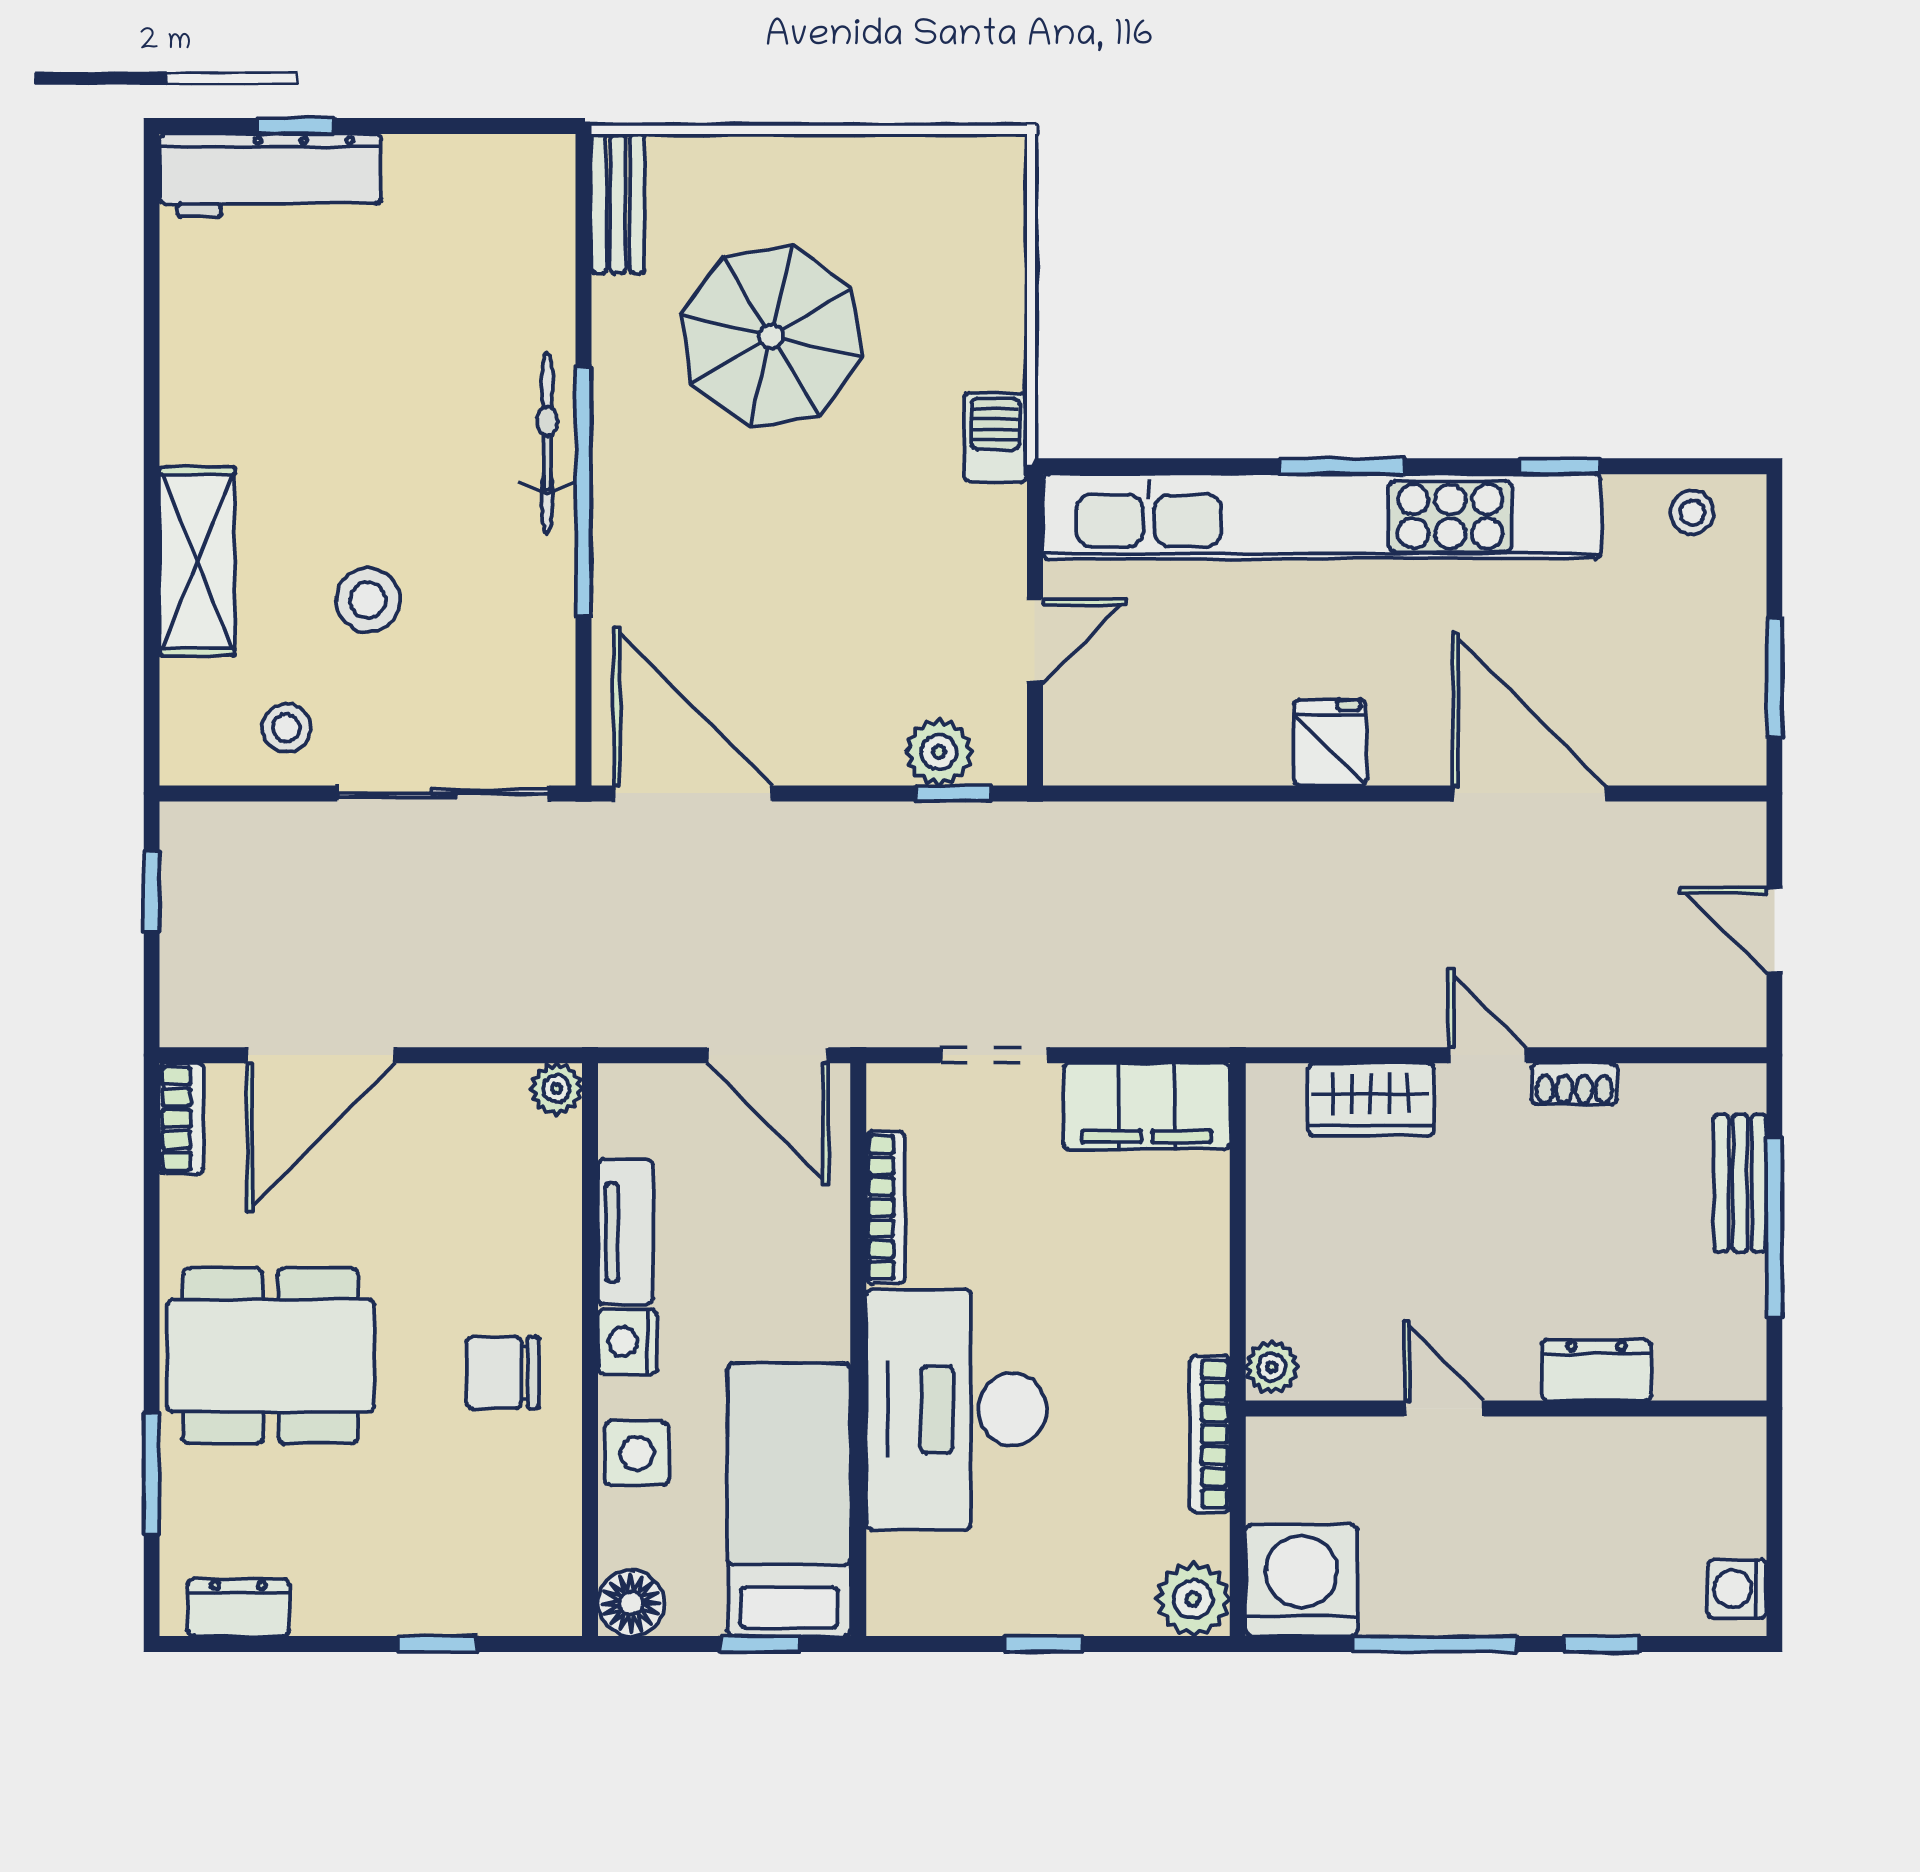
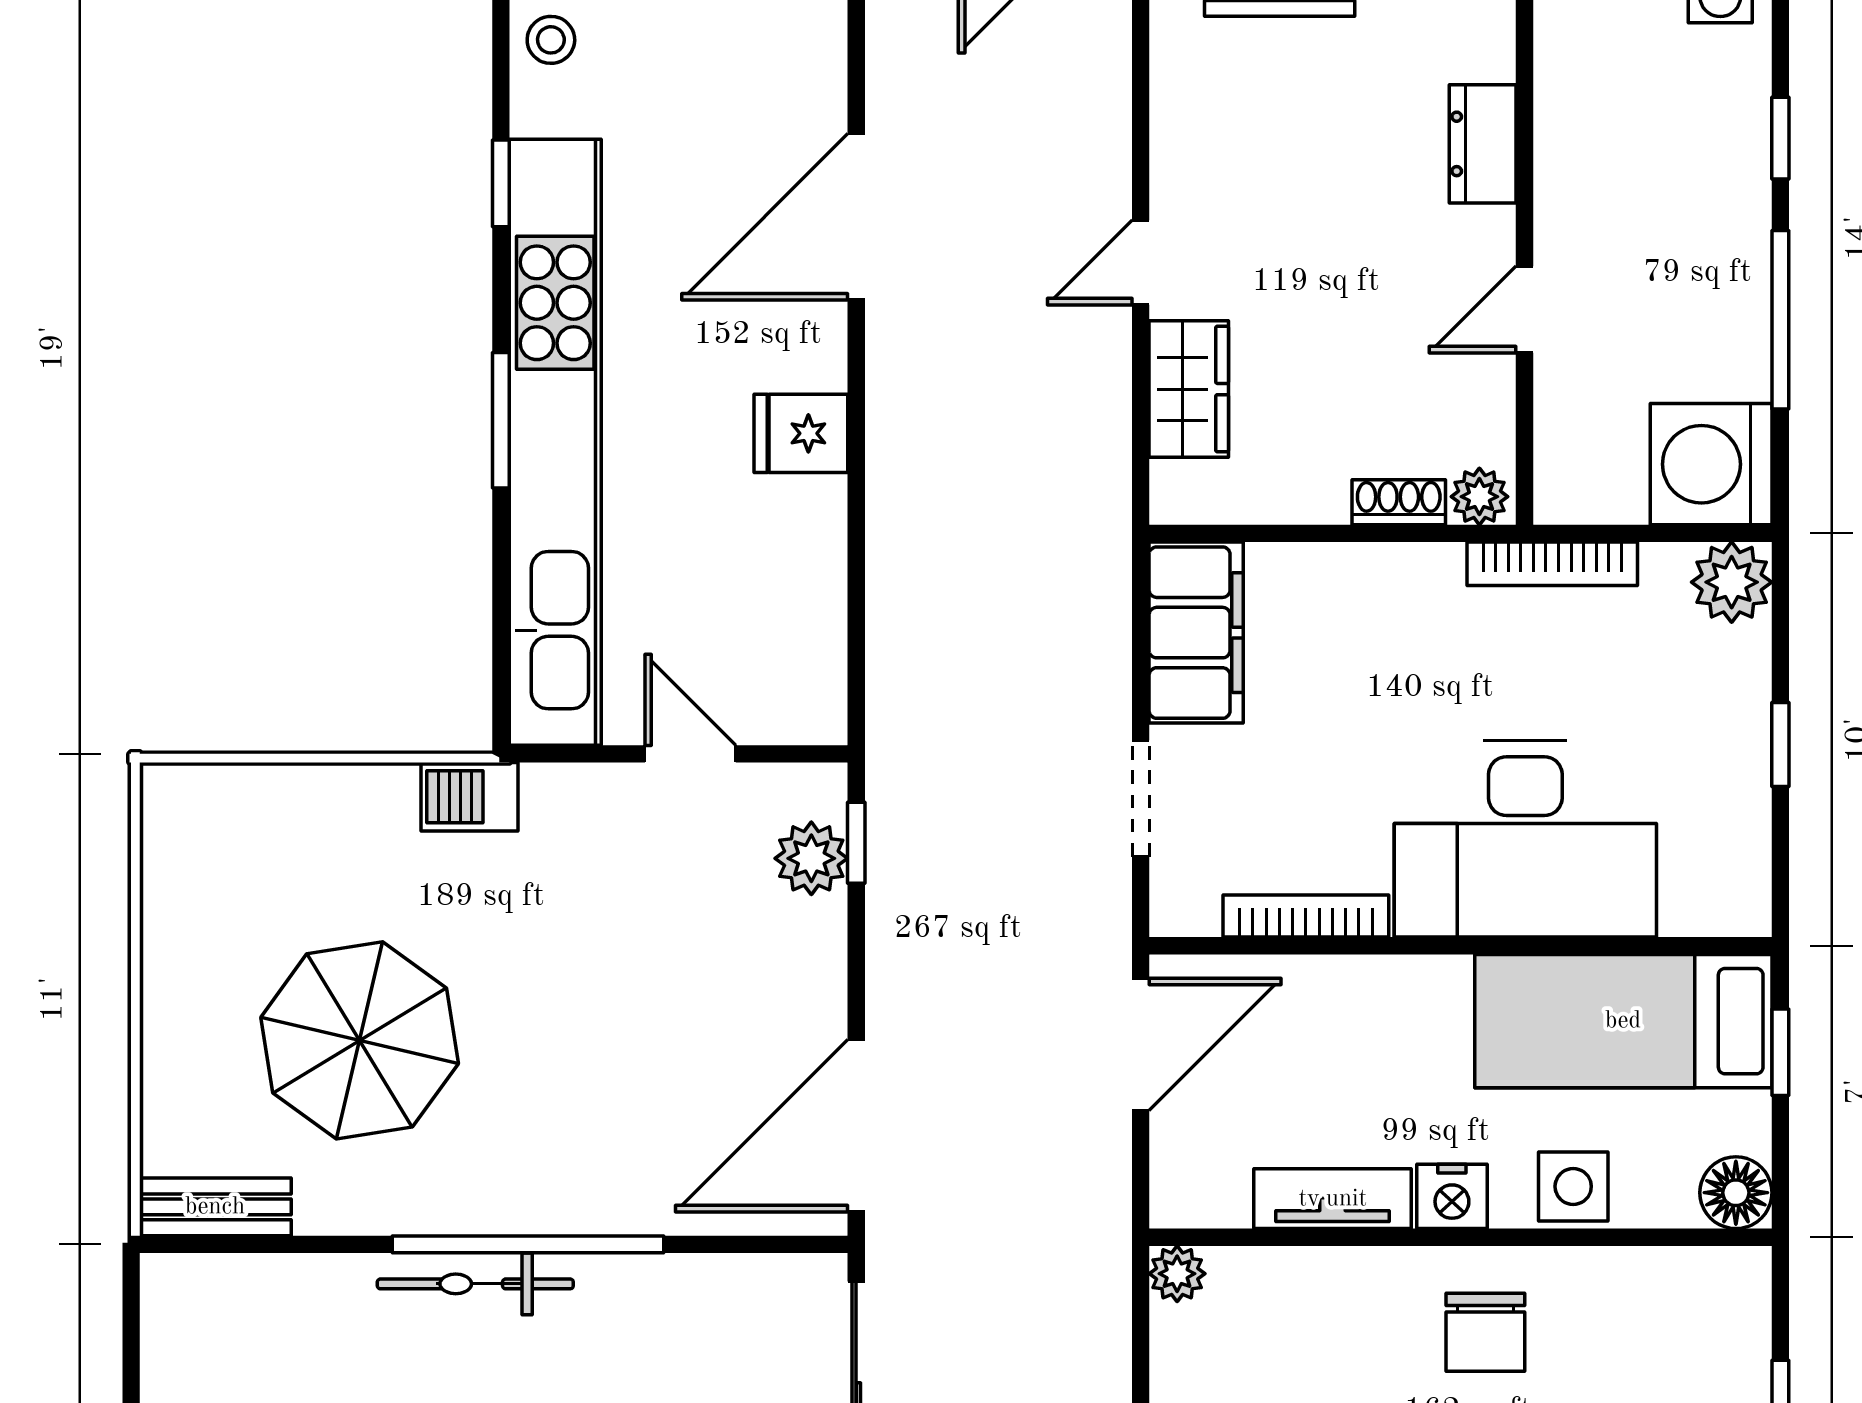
shoe rack: (1574, 1084) -> (1399, 502), moved, turned -90

